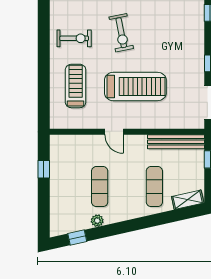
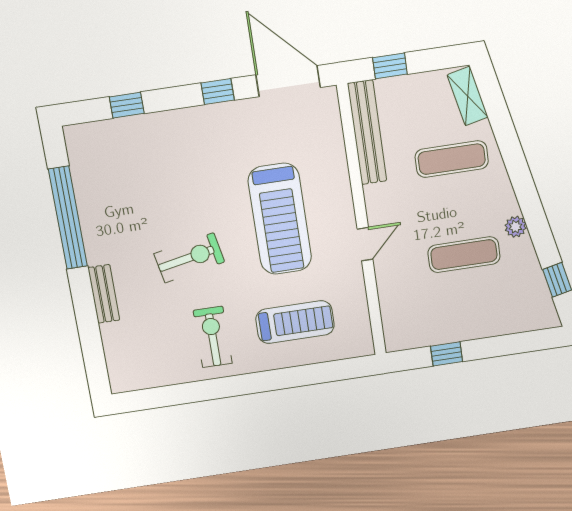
treadmill: (76, 86) -> (295, 322), turned 180
treadmill: (135, 86) -> (280, 219), turned 180
plant: (97, 221) -> (516, 227), moved

